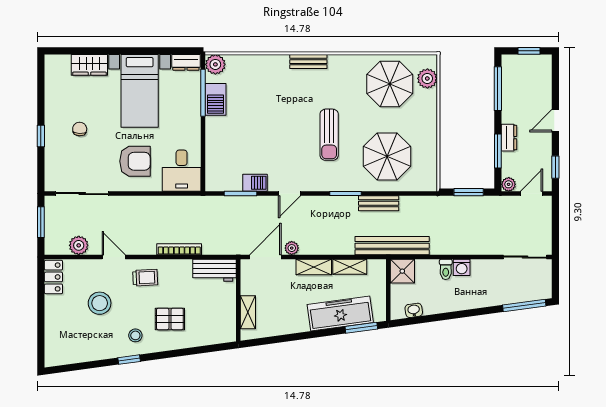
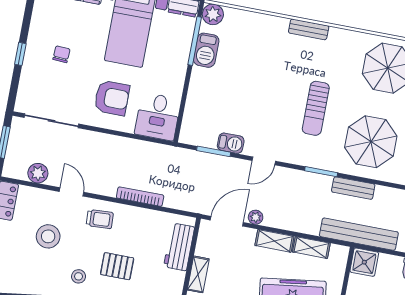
workbench: (214, 270) -> (179, 247), moved, turned 90

